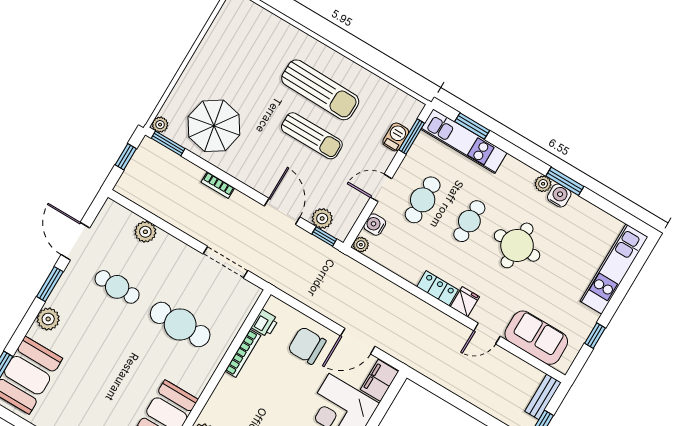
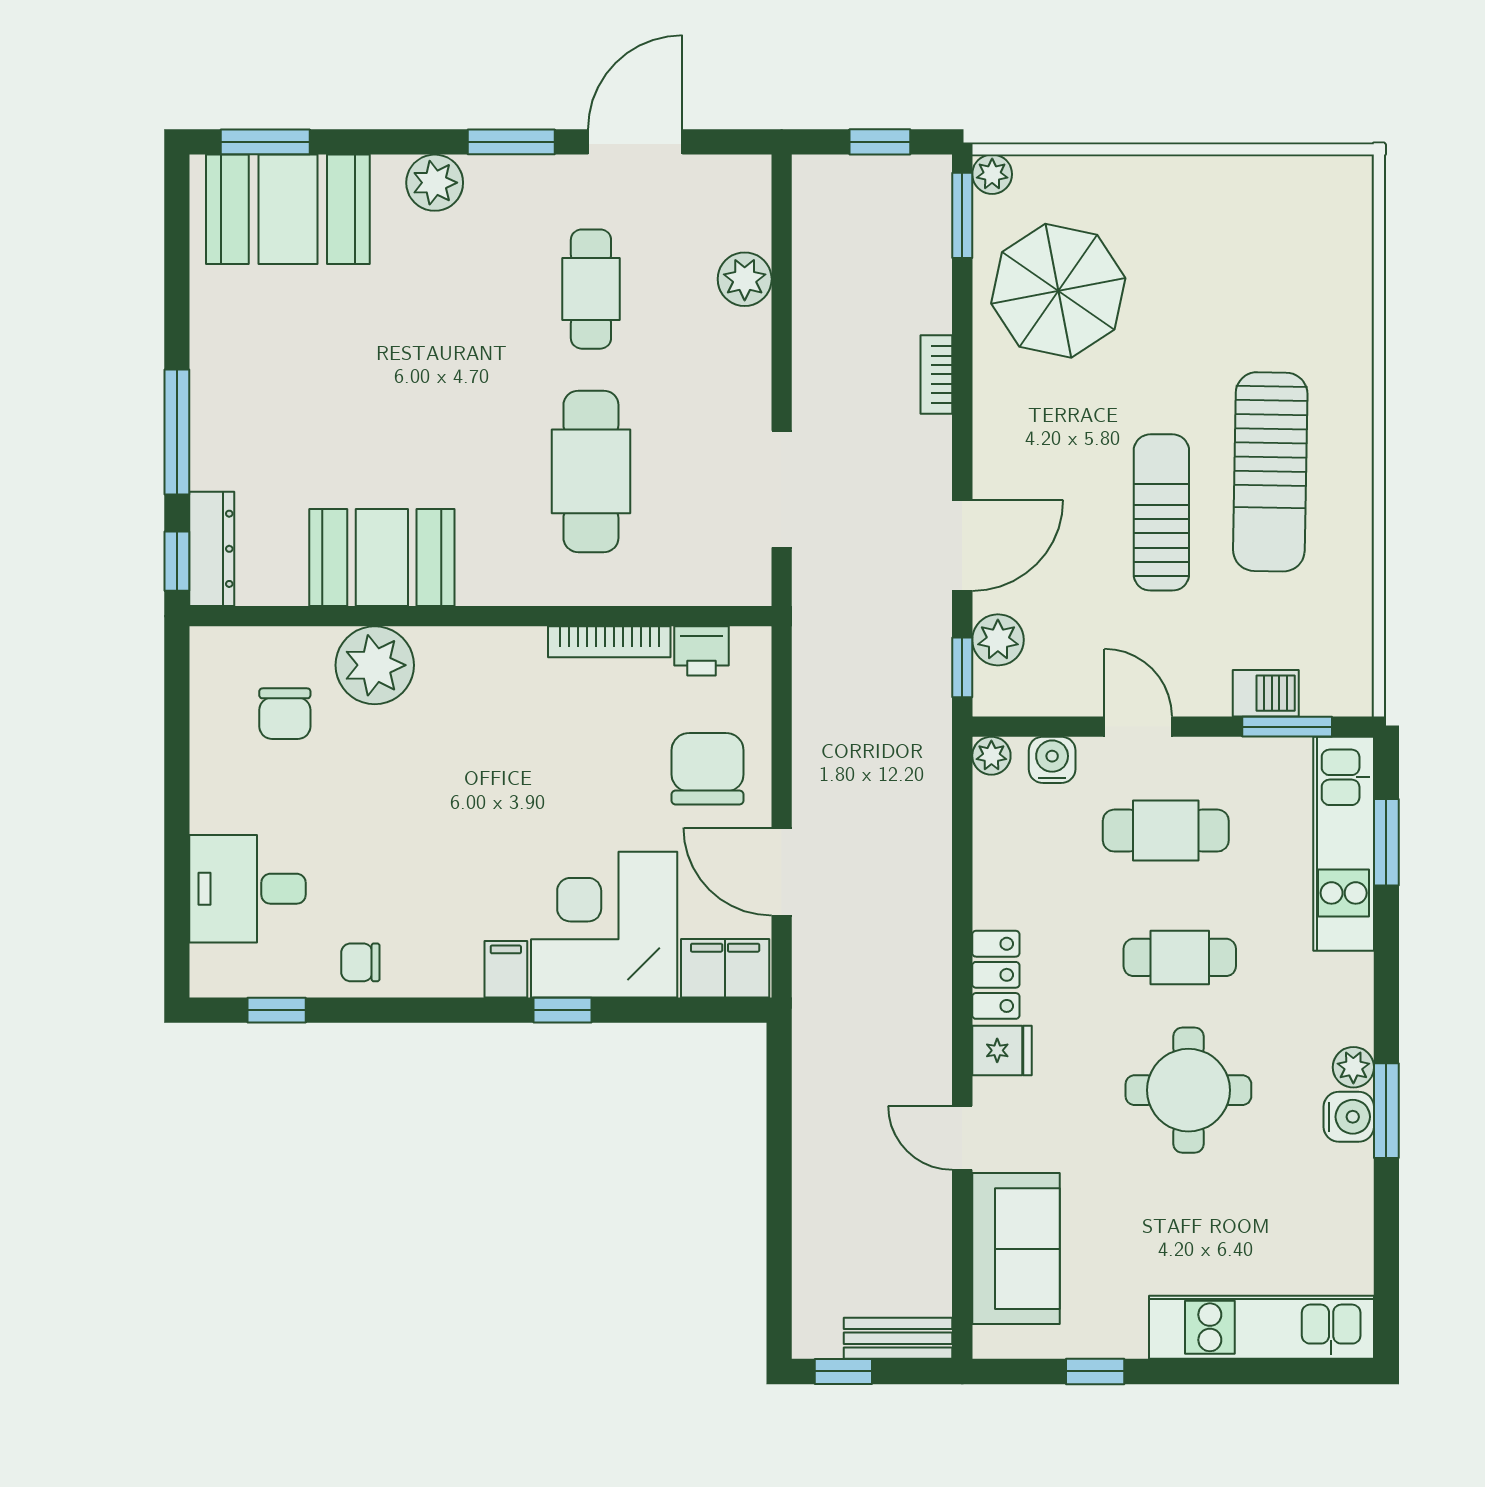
sun lounger: (312, 136) -> (1161, 512), turned 180

